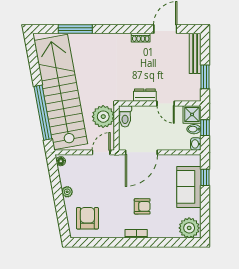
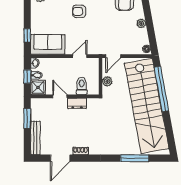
toilet: (125, 116) -> (82, 86), moved
plant: (103, 117) -> (107, 81), width x0.53, depth x0.53
door: (141, 152) -> (80, 56), width x0.53
sofa: (189, 187) -> (48, 44), moved, turned -90

